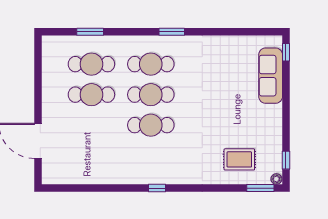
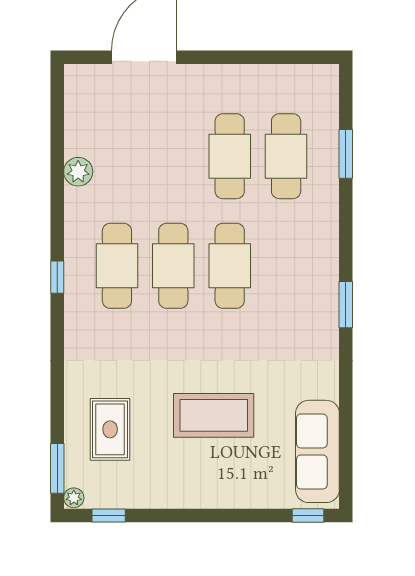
cafe table: (151, 64) -> (117, 266), moved
sofa: (271, 76) -> (317, 451), moved, turned -90
coffee table: (232, 103) -> (214, 415), added
plant: (100, 177) -> (78, 172), added

